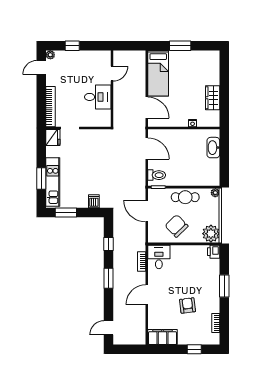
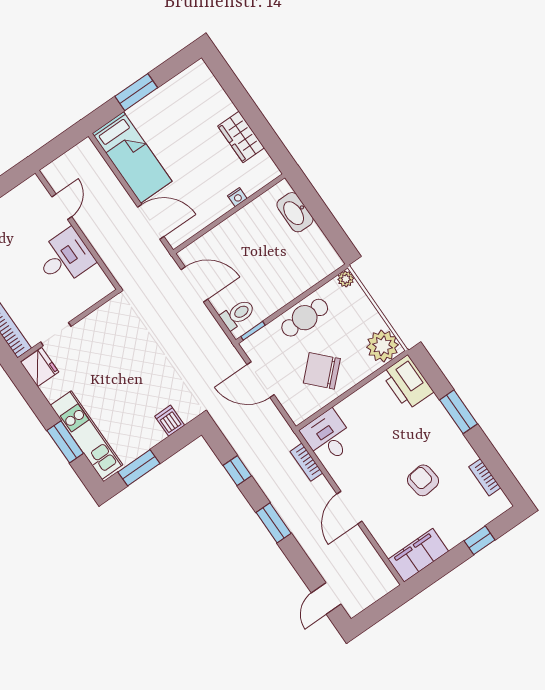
printer: (214, 252) -> (407, 383), width x1.87, depth x1.48

